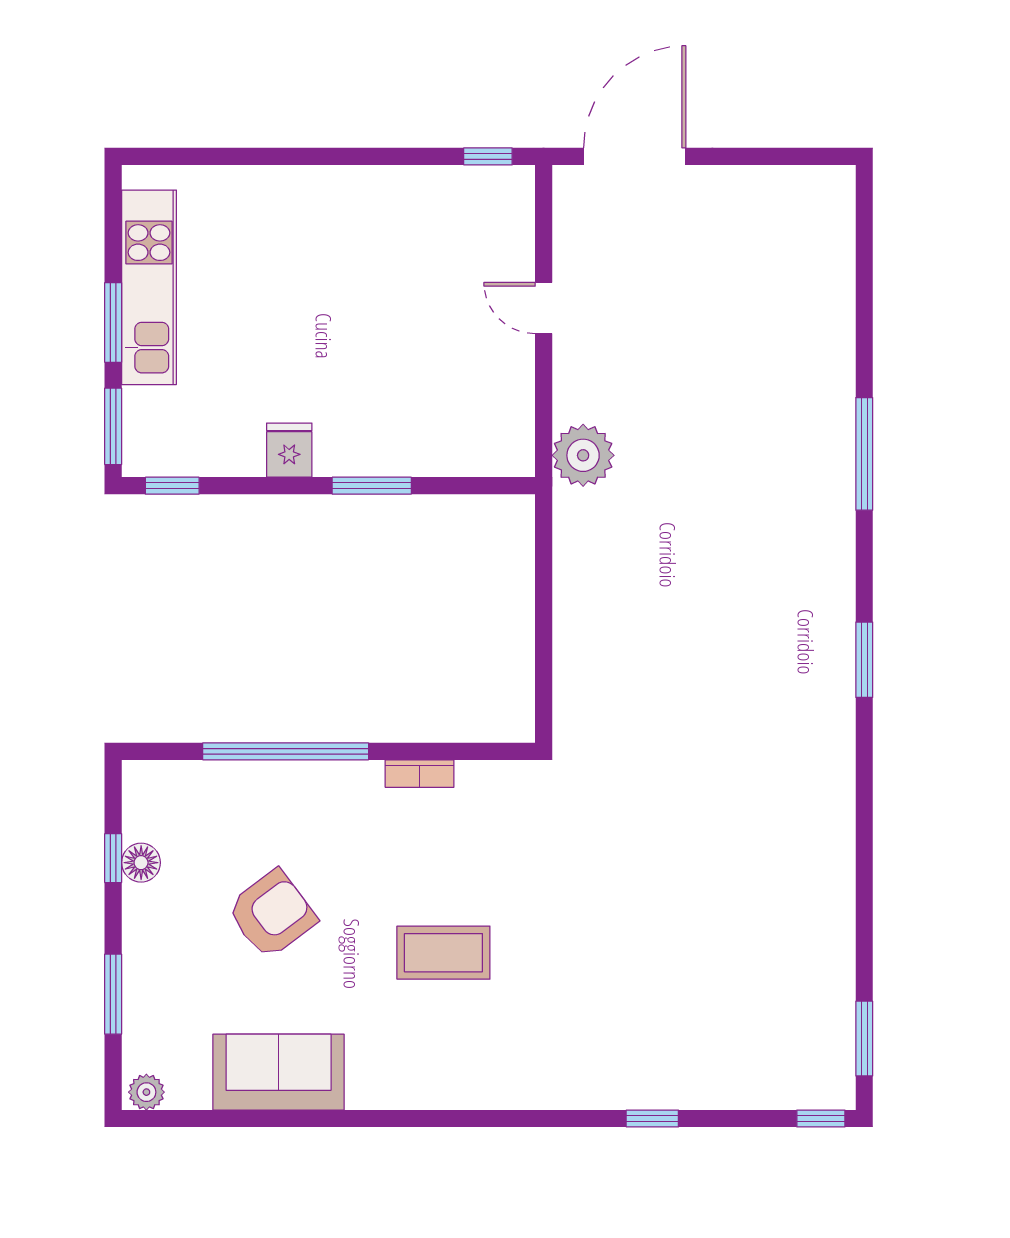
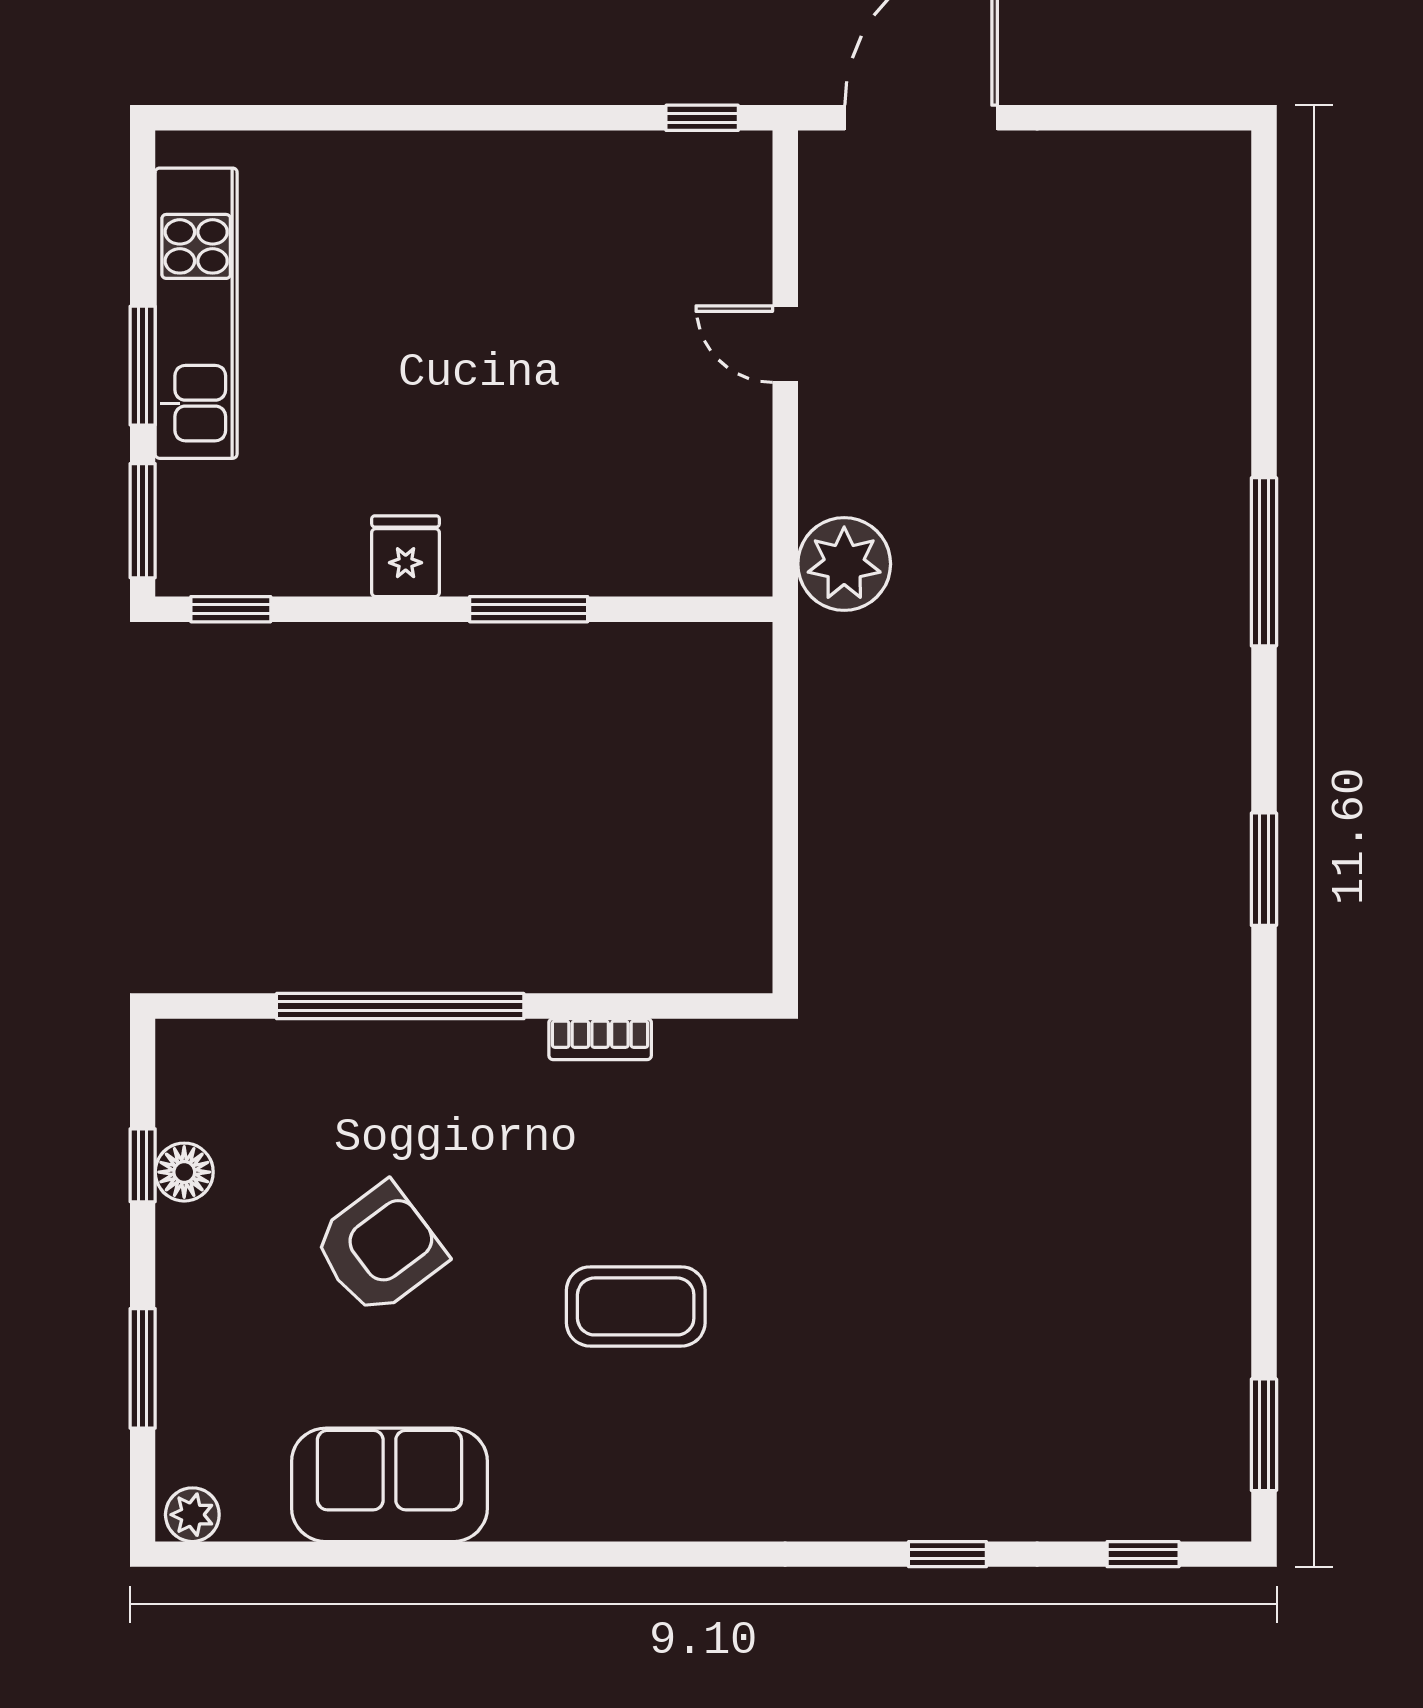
window: (821, 1119) -> (1143, 1554), moved

